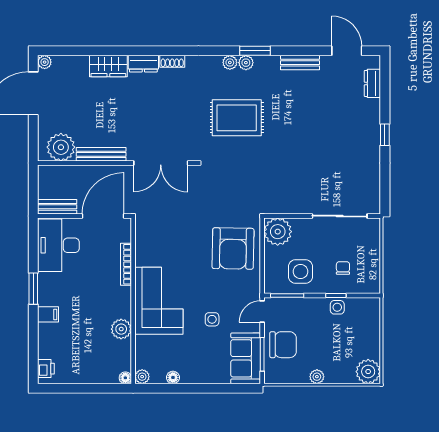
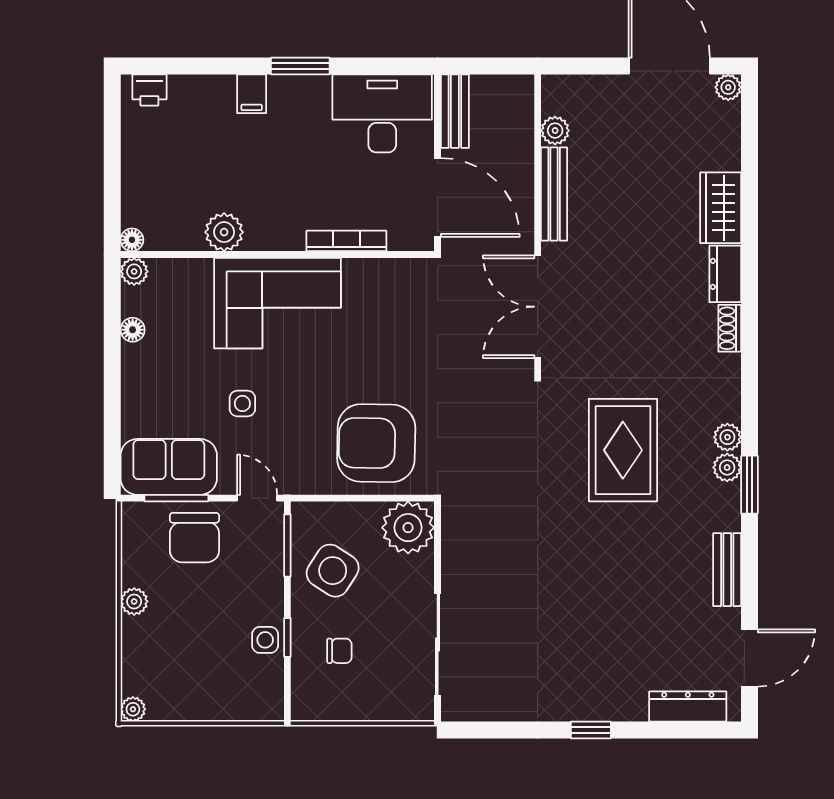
dresser: (372, 83) -> (688, 707), width x1.44
plant: (61, 147) -> (555, 131), width x0.53, depth x0.53
side table: (300, 272) -> (333, 571), turned 33
plant: (368, 372) -> (133, 709), width x0.53, depth x0.53

